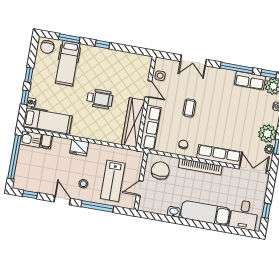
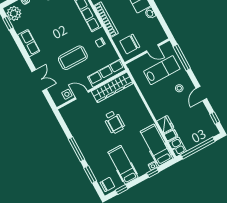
window: (102, 44) -> (77, 149), width x2.17
hospital bed: (68, 63) -> (123, 165), moved, turned -90
window: (236, 68) -> (21, 48), removed
window: (29, 75) -> (122, 190), moved
row of seats: (250, 81) -> (29, 43), moved
door: (148, 89) -> (82, 95), hinge flipped
wheelchair: (100, 99) -> (114, 122), turned 180
coffee table: (189, 108) -> (73, 58), width x1.86, depth x1.72
fridge: (79, 148) -> (165, 124), moved
window: (97, 206) -> (182, 58), moved

